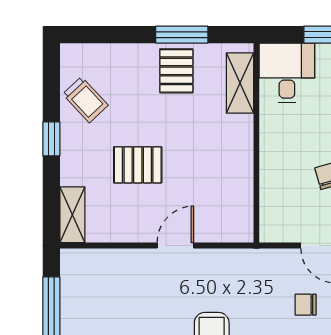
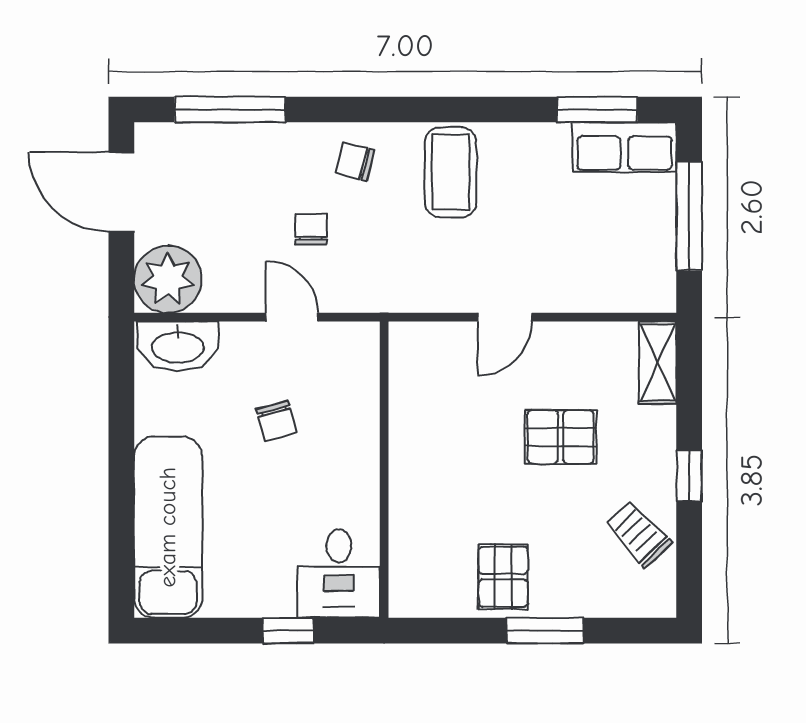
window: (182, 35) -> (545, 631), moved
shelving: (240, 83) -> (409, 559), removed
chair: (306, 305) -> (311, 229), turned -90

